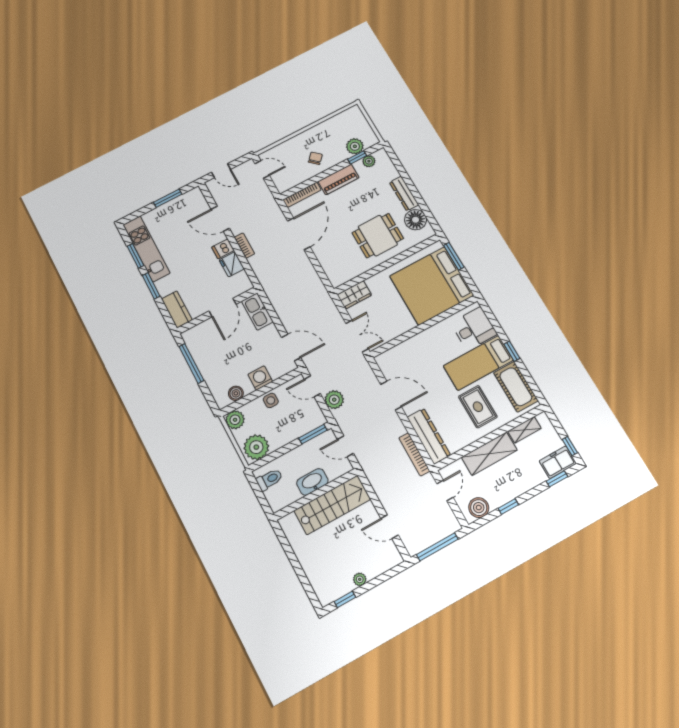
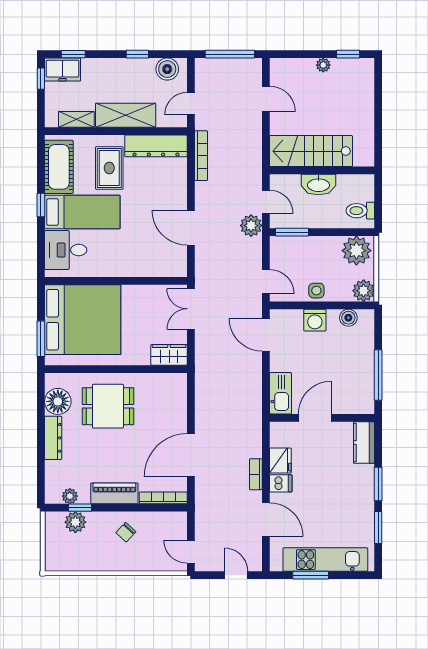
kitchen unit: (146, 249) -> (325, 560), moved, turned 90
plant: (334, 400) -> (251, 226), moved
dresser: (429, 436) -> (156, 146), moved, turned -90

